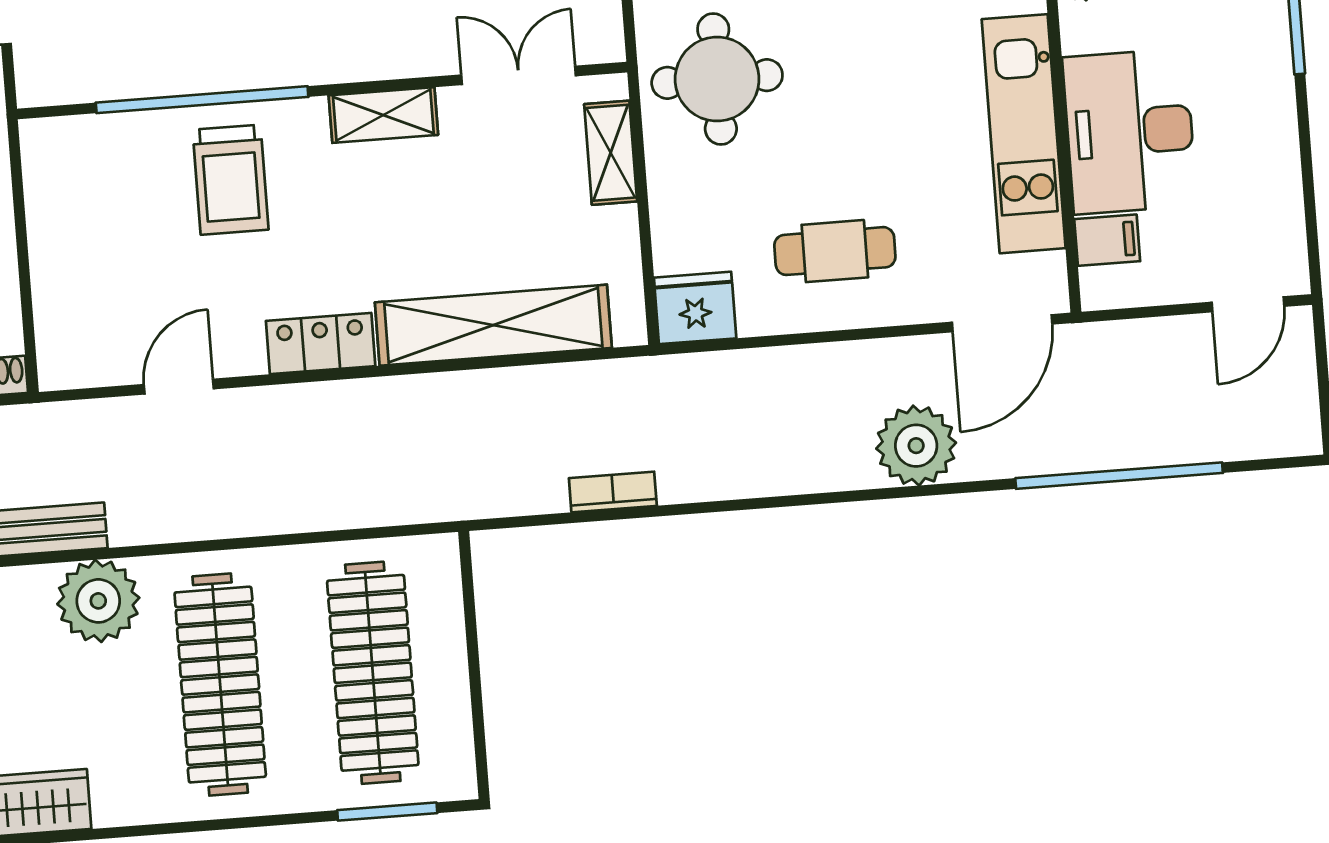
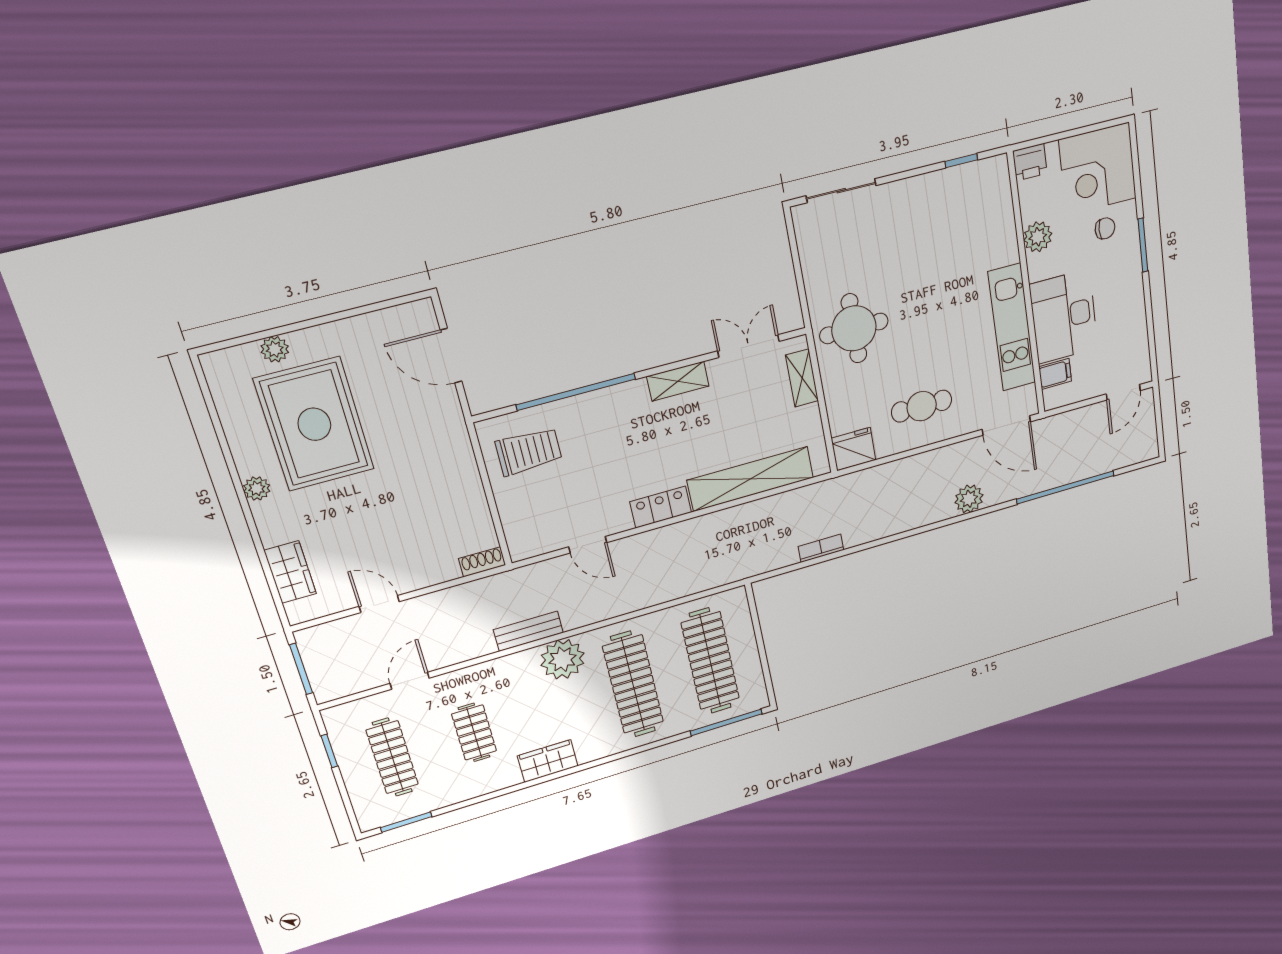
trolley: (231, 180) -> (529, 451), moved, turned -90
door: (1002, 323) -> (1006, 426), hinge flipped
door: (179, 387) -> (588, 545), swing flipped
plant: (916, 446) -> (969, 499), width x0.73, depth x0.73
window: (387, 812) -> (726, 722), width x1.44

